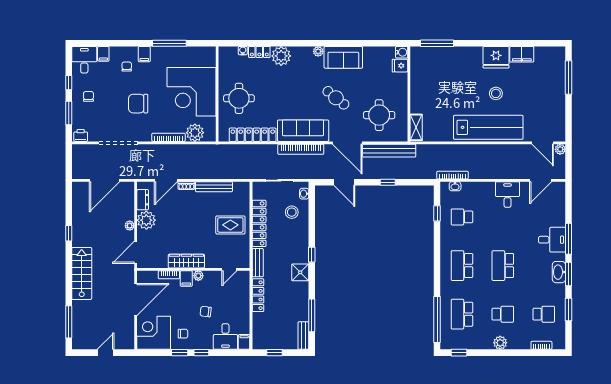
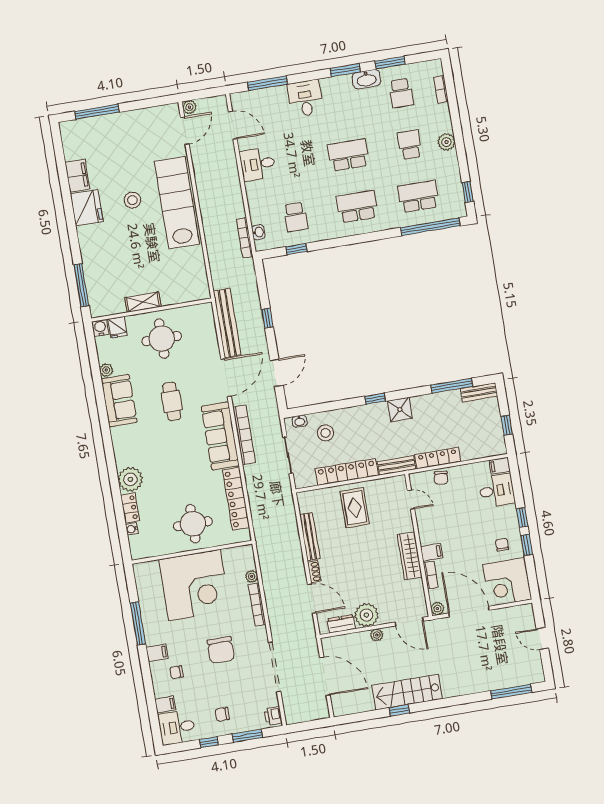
plant: (318, 51) -> (106, 370), moved
cafe table: (336, 98) -> (172, 401), turned -39
round table: (379, 115) -> (162, 339), moved
shelving: (416, 127) -> (143, 302), moved
plant: (195, 133) -> (252, 576), width x0.53, depth x0.53
window: (569, 239) -> (268, 83), moved
school desk: (462, 266) -> (357, 207), turned 180
school desk: (503, 266) -> (348, 155), turned 180
washbasin: (559, 272) -> (366, 79), moved
stairs: (82, 273) -> (407, 692), moved
plant: (198, 276) -> (437, 609), moved
chair: (206, 312) -> (441, 478), moved
school desk: (462, 314) -> (418, 196), turned 180
school desk: (544, 314) -> (401, 93), turned 180

